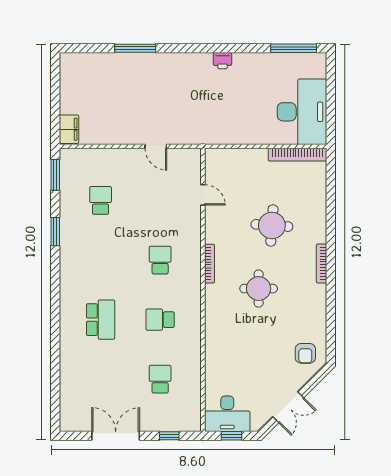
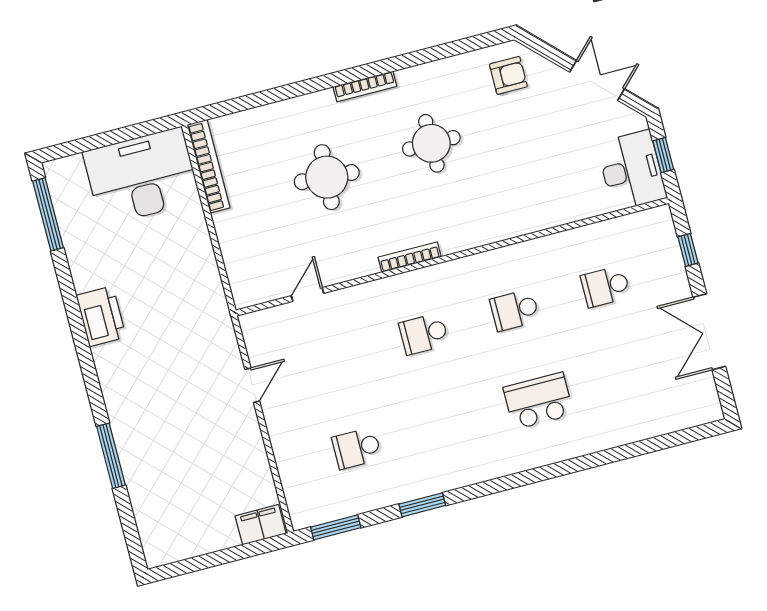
printer: (222, 61) -> (101, 316), width x1.87, depth x1.48
round table: (259, 289) -> (431, 143), moved
school desk: (160, 320) -> (515, 310), turned 90

